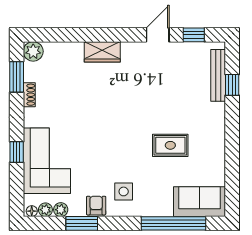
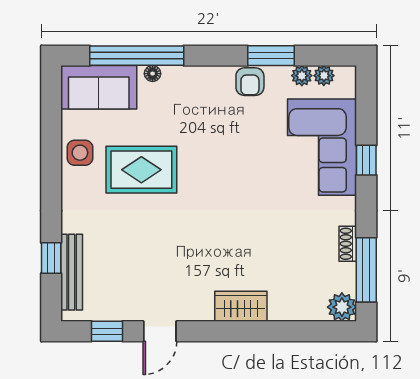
window: (17, 77) -> (366, 270), width x1.44
rug: (170, 145) -> (141, 170), width x1.36, depth x1.43
side table: (124, 191) -> (80, 153), moved
floor lamp: (32, 211) -> (153, 74), moved

